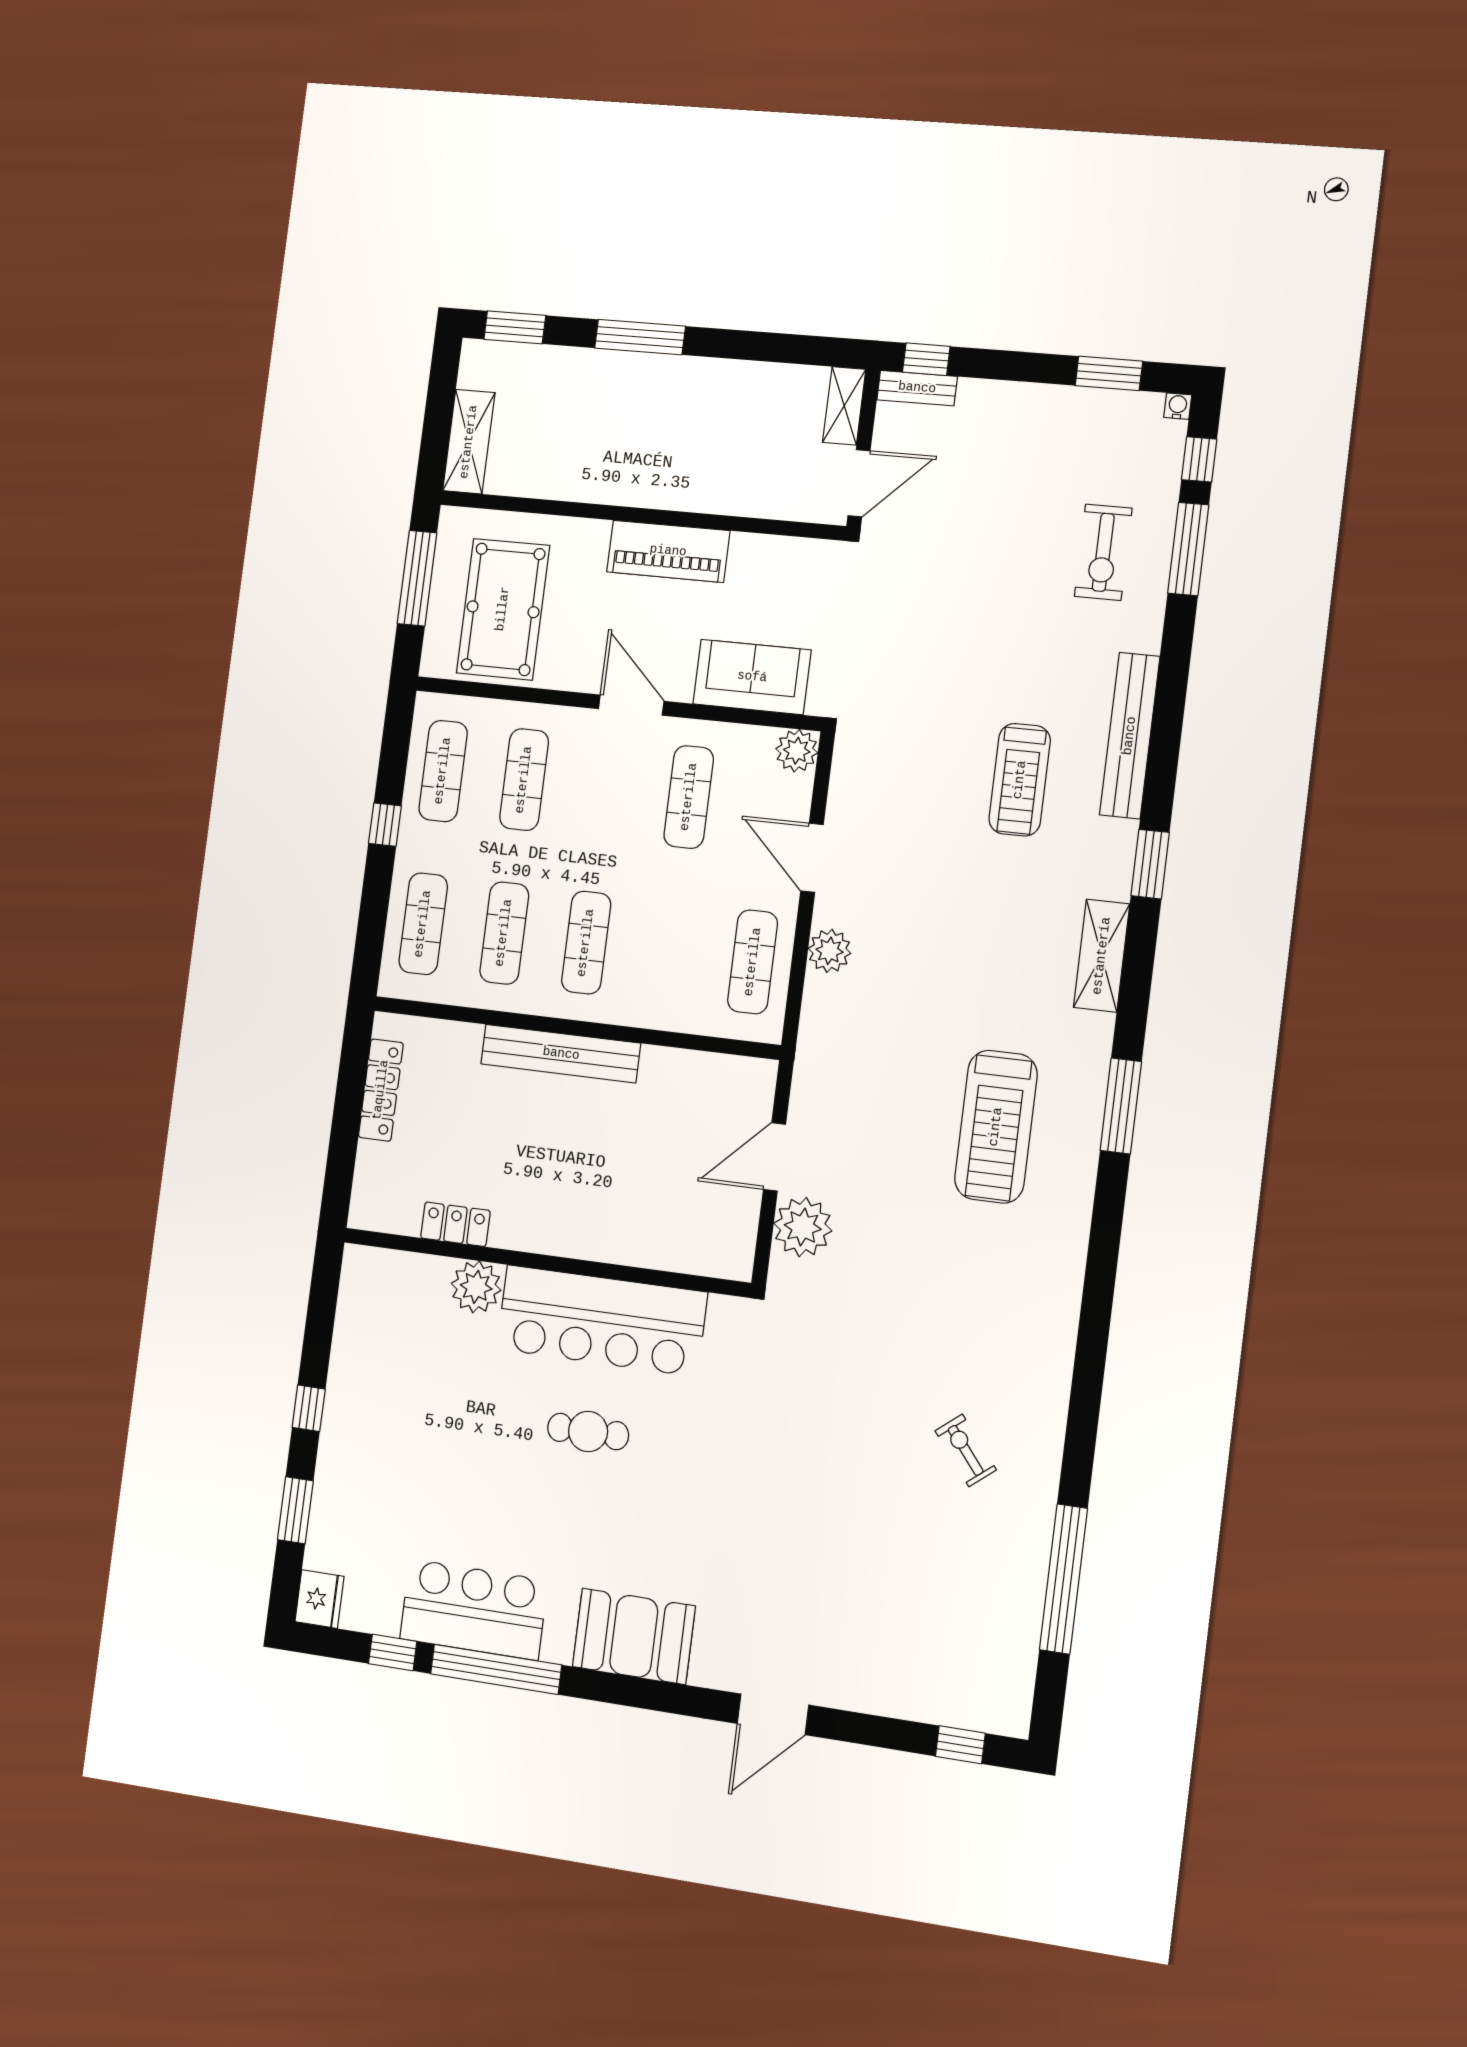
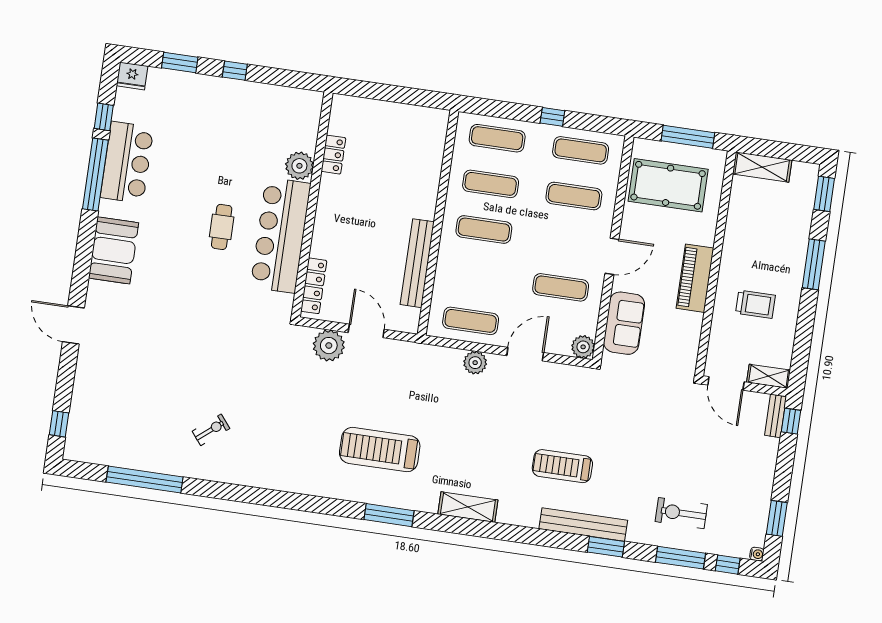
trolley: (713, 438) -> (755, 304), added
window: (1150, 864) -> (606, 547), moved
bench: (561, 1054) -> (417, 263), moved
locker: (381, 1090) -> (314, 286), moved, turned -90

